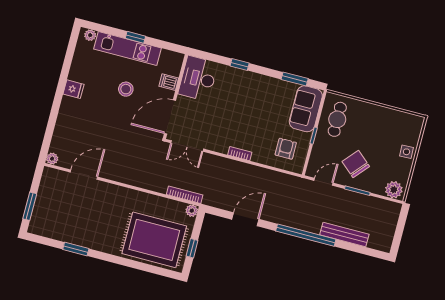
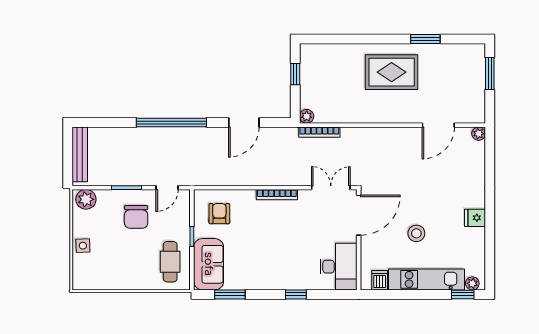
window: (135, 37) -> (463, 294), moved
dishwasher: (169, 82) -> (380, 280), moved, turned -90
armchair: (286, 149) -> (219, 214), turned 180
bookcase: (240, 154) -> (277, 195), width x1.56
chair: (356, 164) -> (136, 217), turned 49
bench: (344, 234) -> (80, 154), moved, turned 90
rug: (154, 240) -> (392, 72), moved, width x0.73, depth x0.69

